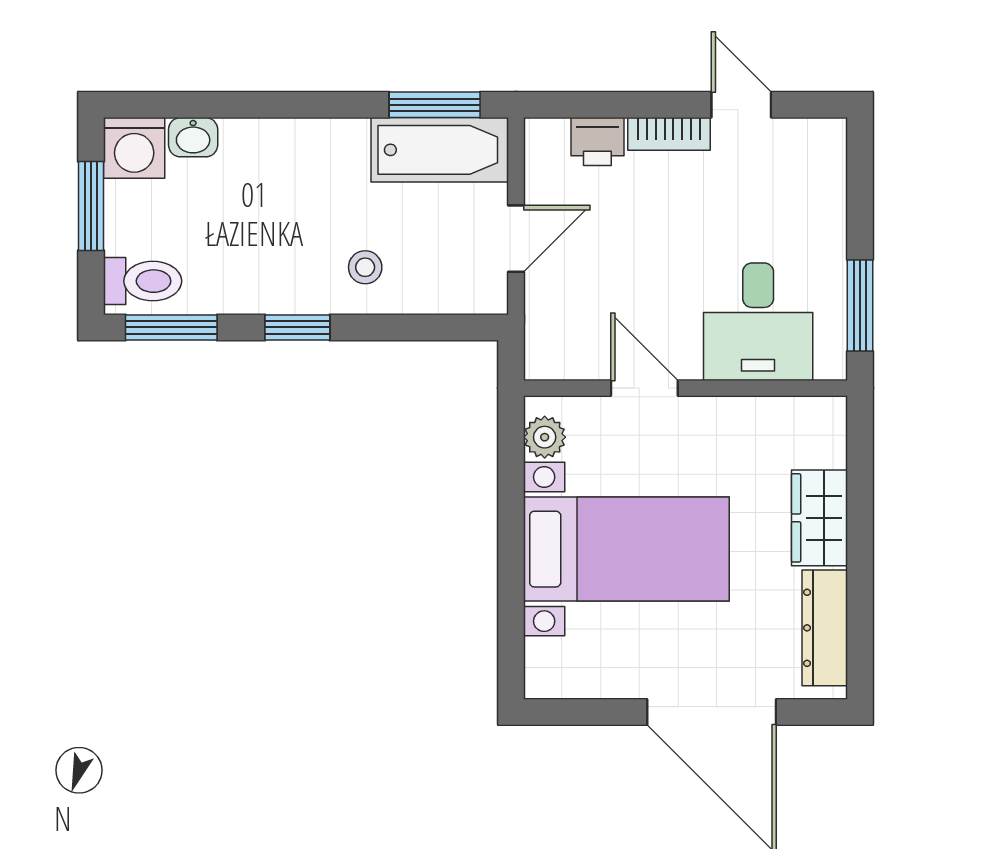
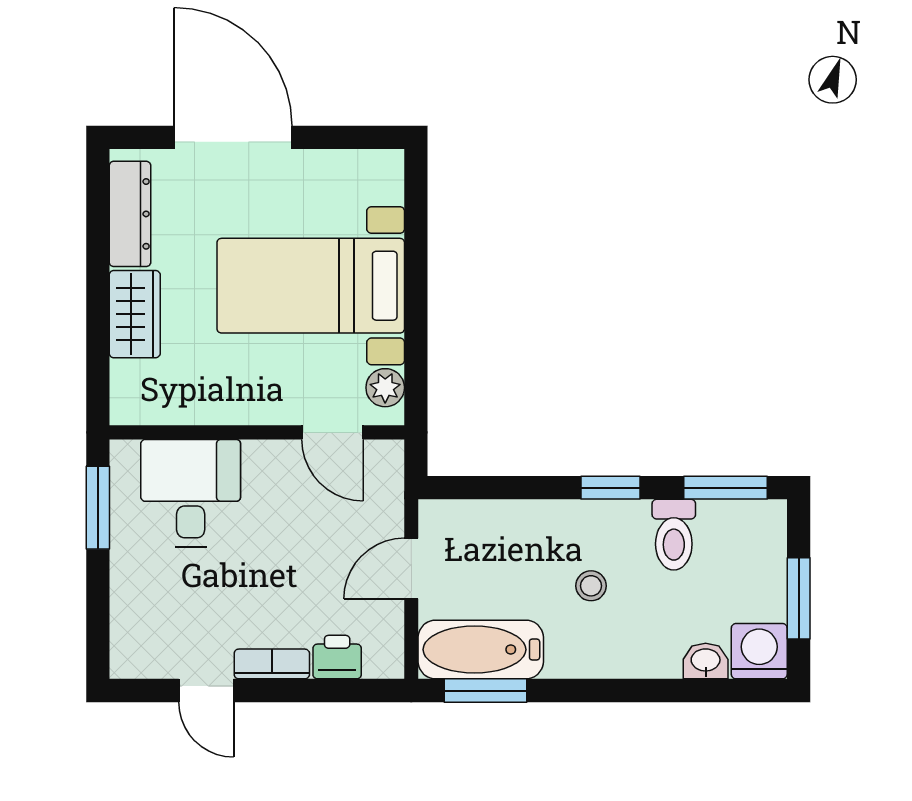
stool: (365, 267) -> (591, 586), moved
toilet: (143, 281) -> (674, 535), moved, turned -90
door: (644, 388) -> (332, 432), moved

